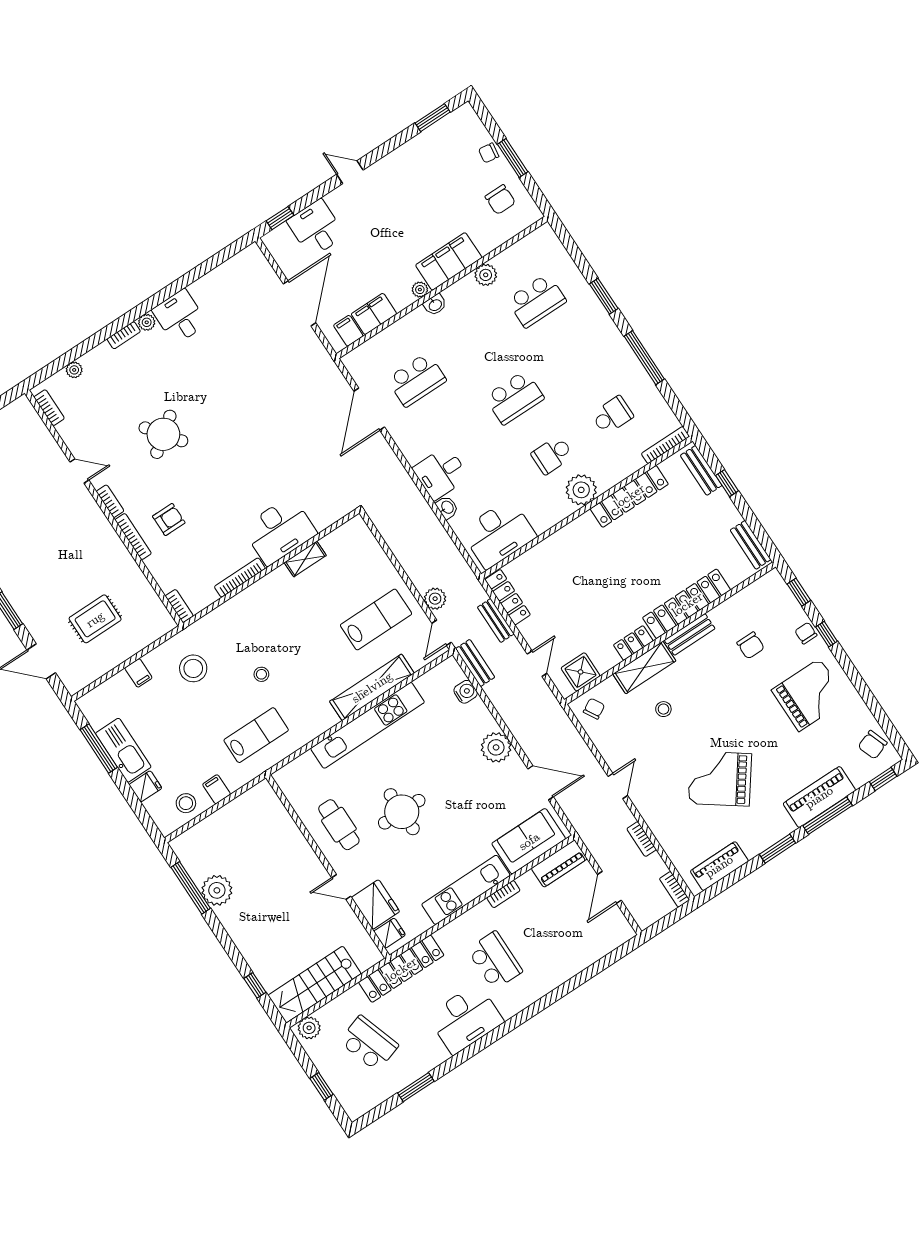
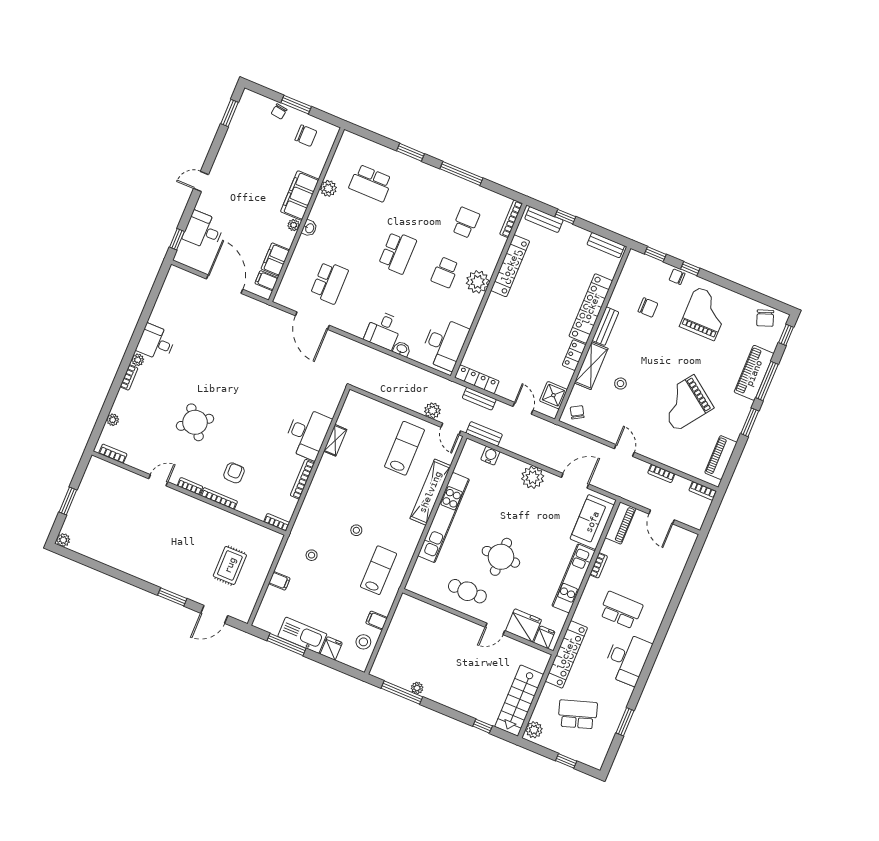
school desk: (537, 301) -> (371, 183), turned 90
stool: (193, 668) -> (312, 555), width x0.53, depth x0.53
plant: (217, 890) -> (417, 688), width x0.53, depth x0.53

